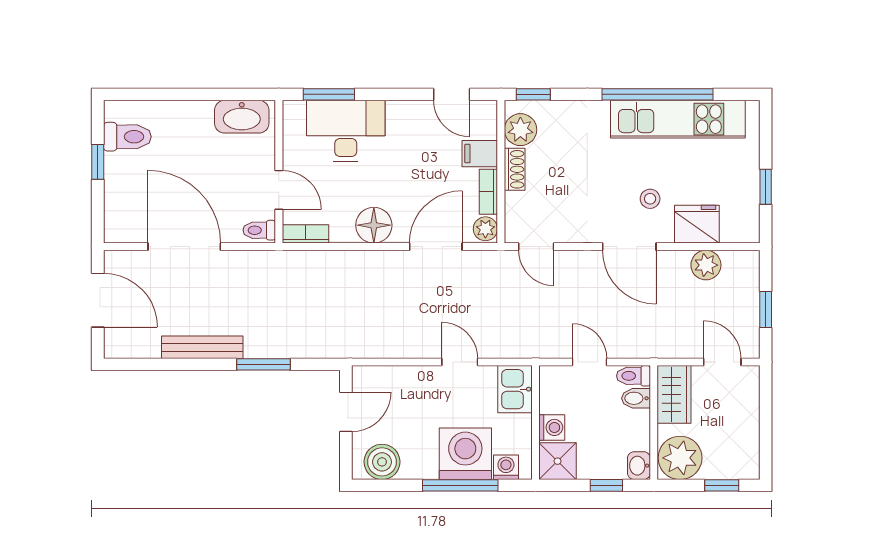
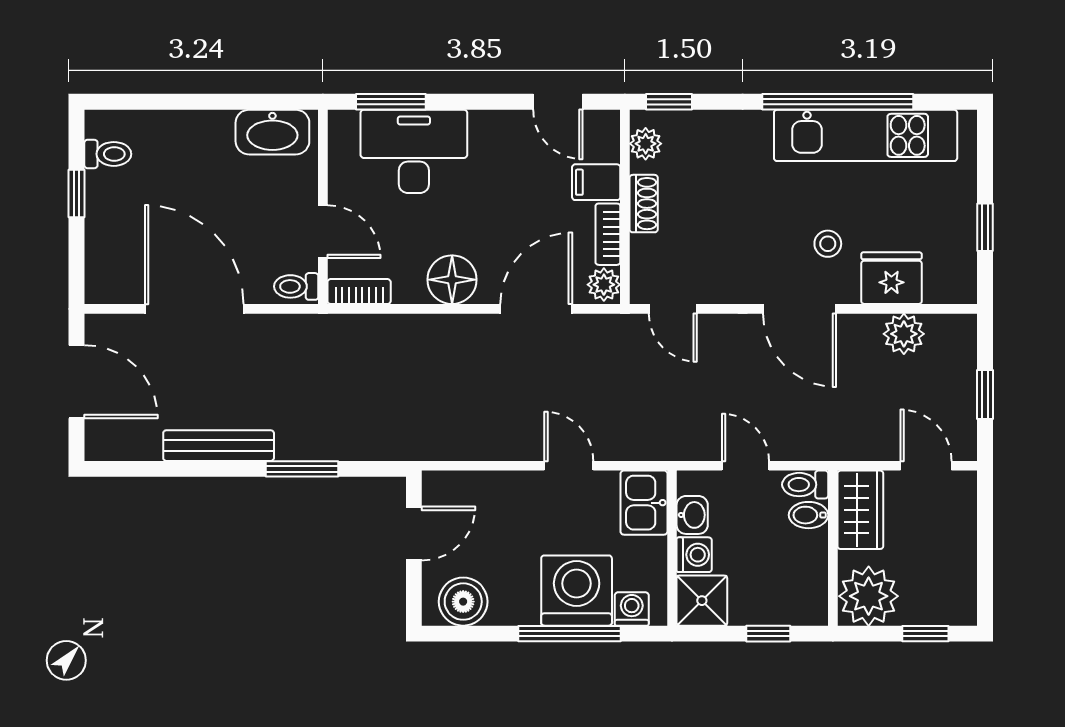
plant: (520, 130) -> (646, 144), width x0.73, depth x0.73
toilet: (127, 137) -> (108, 154), width x0.73, depth x0.72
washbasin: (639, 466) -> (692, 515), moved, turned 180

